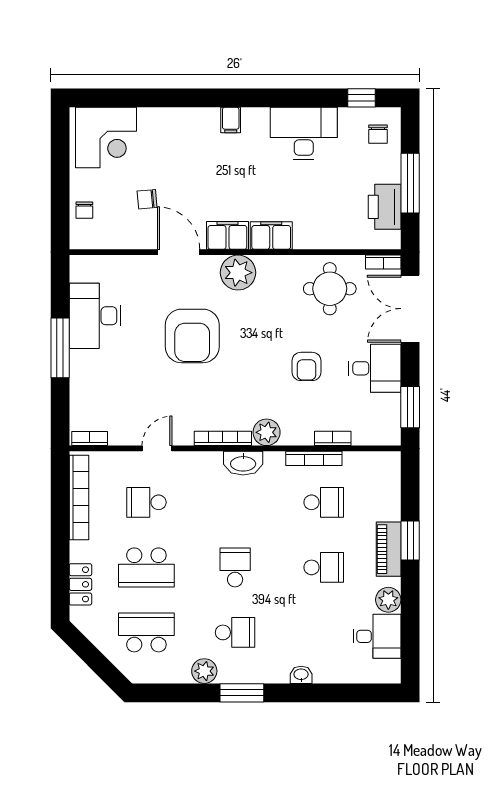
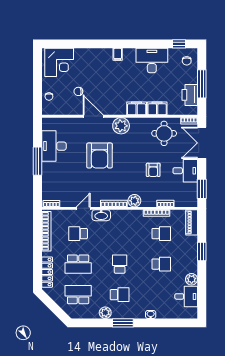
filing cabinet: (227, 235) -> (157, 108), moved
washbasin: (243, 463) -> (101, 215), moved
piano: (389, 549) -> (192, 222), moved
locker: (80, 584) -> (47, 272), width x1.53

